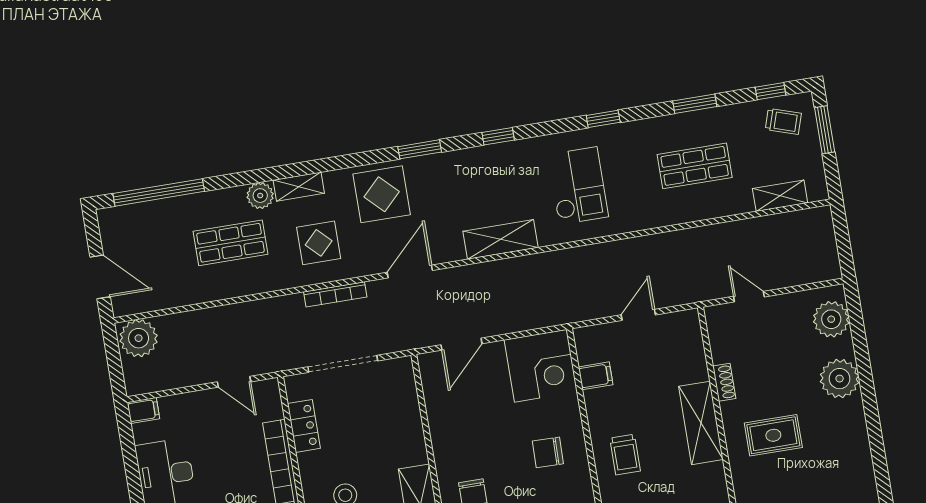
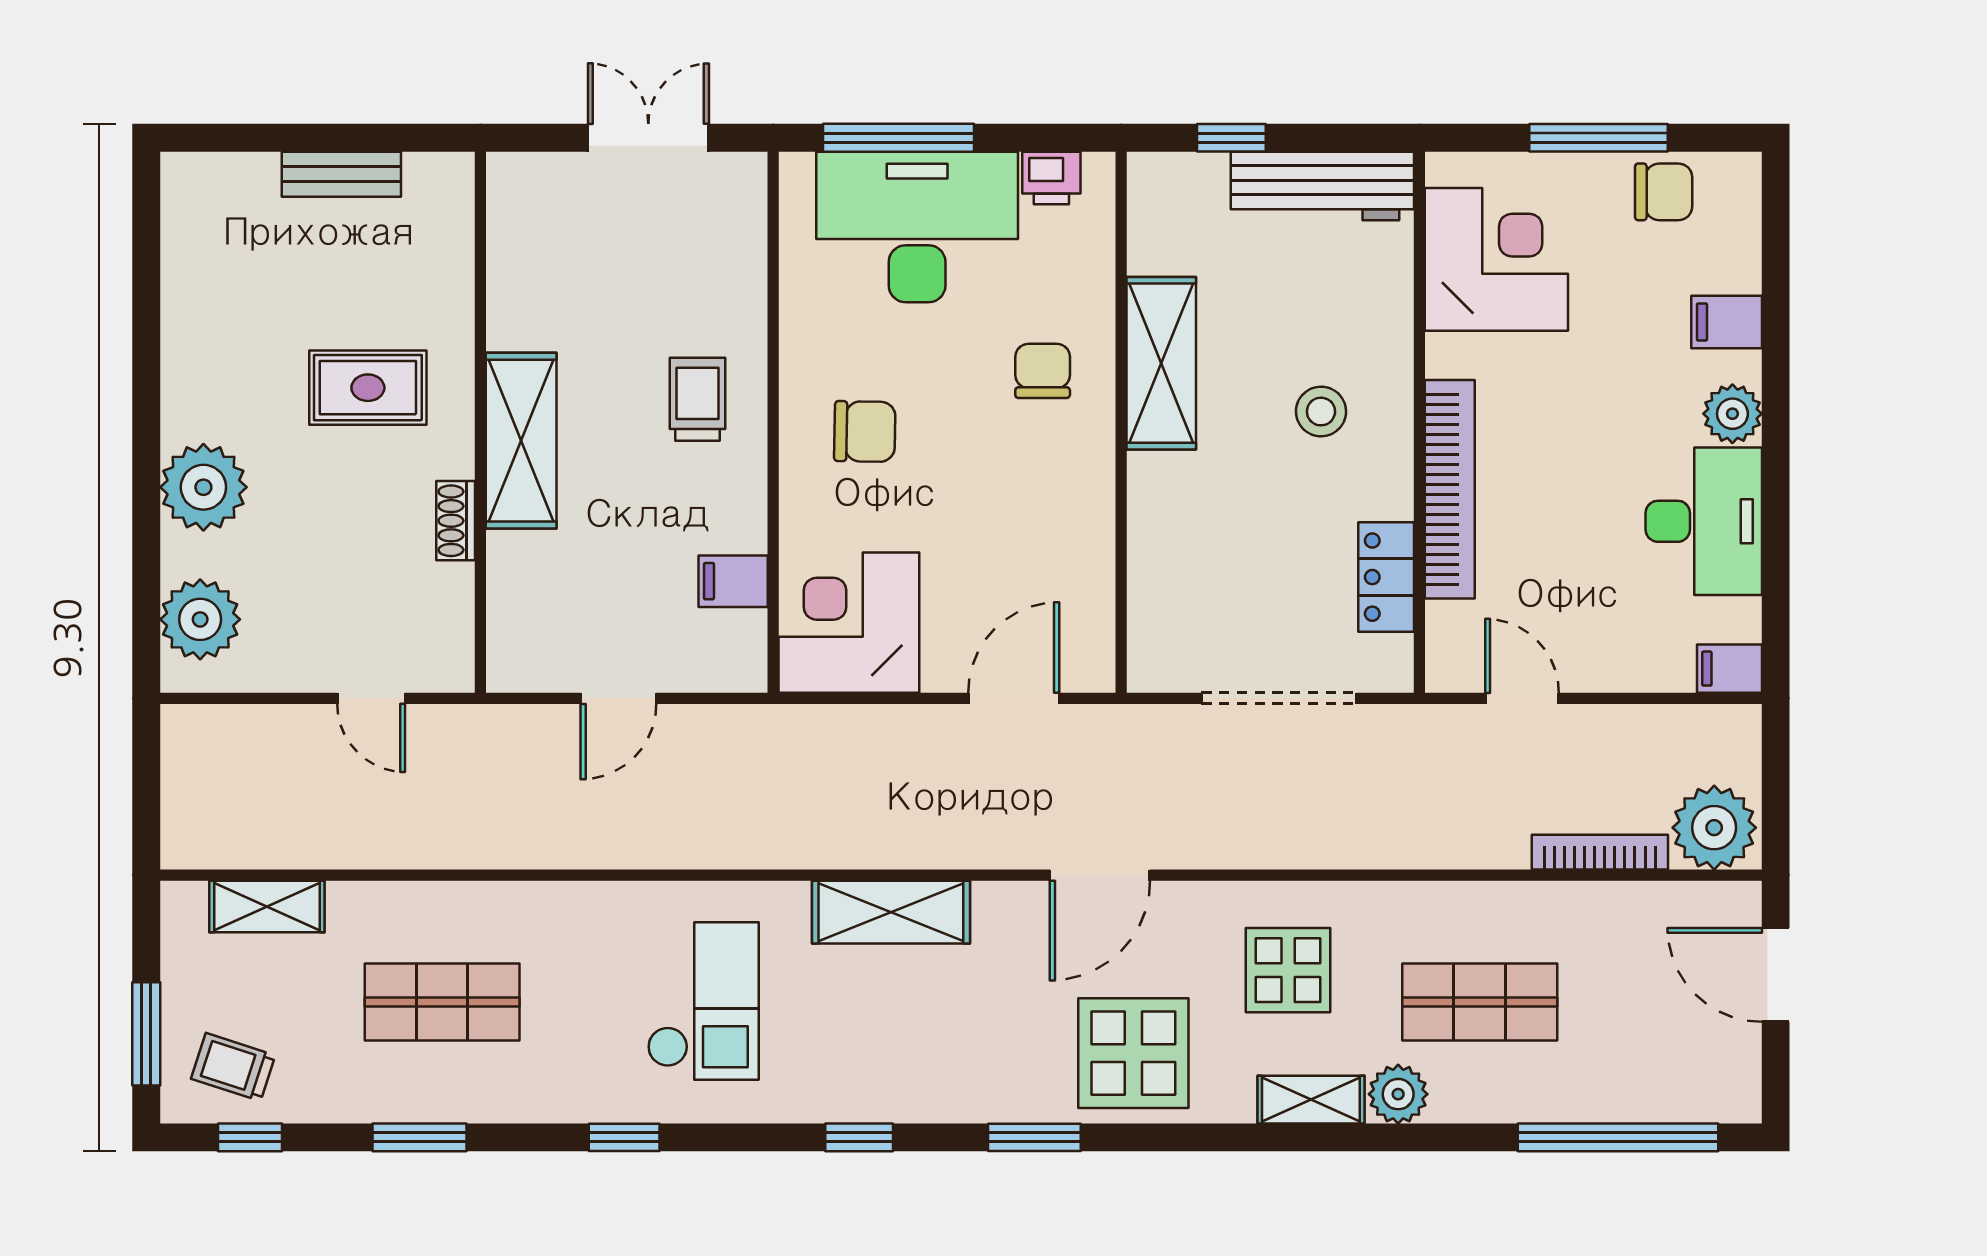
checkout: (578, 186) -> (703, 1001), turned 180
bookcase: (335, 294) -> (1600, 852), moved

